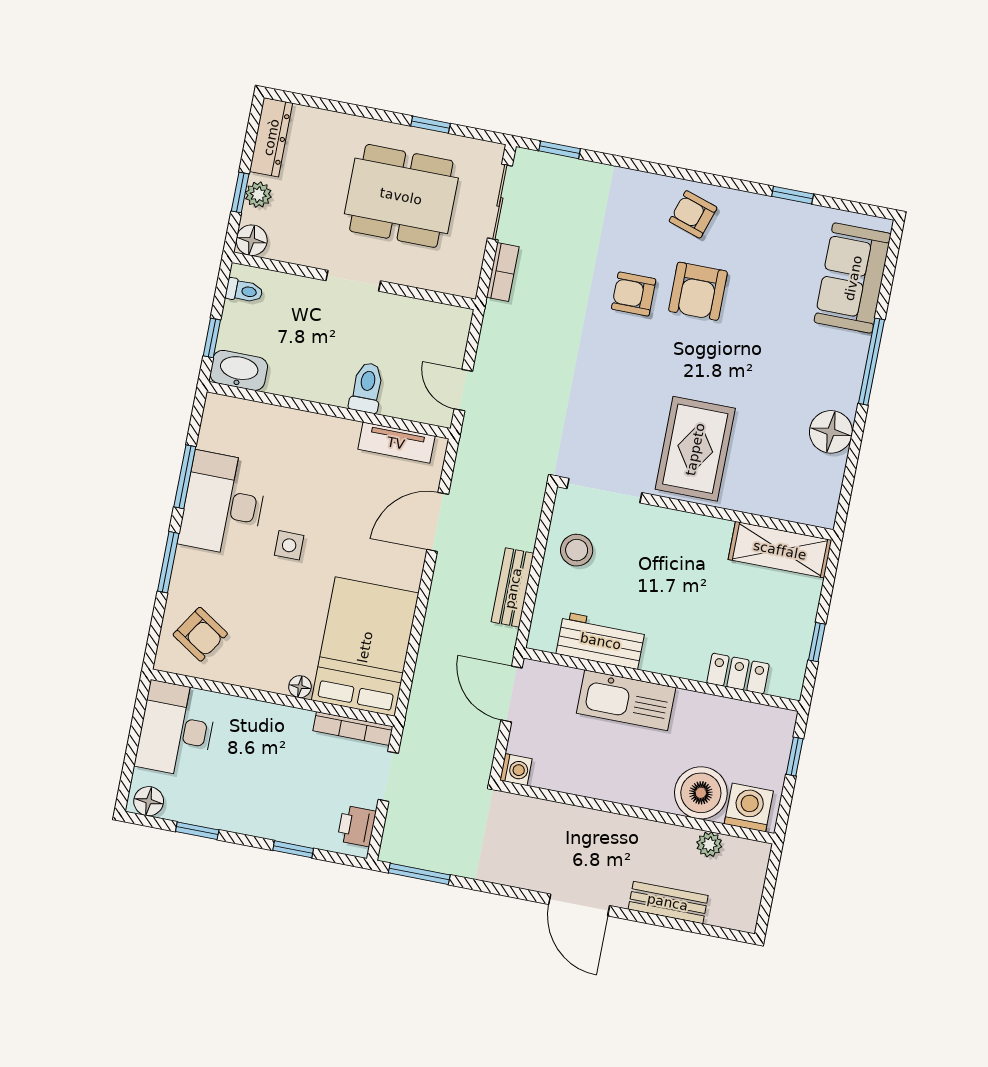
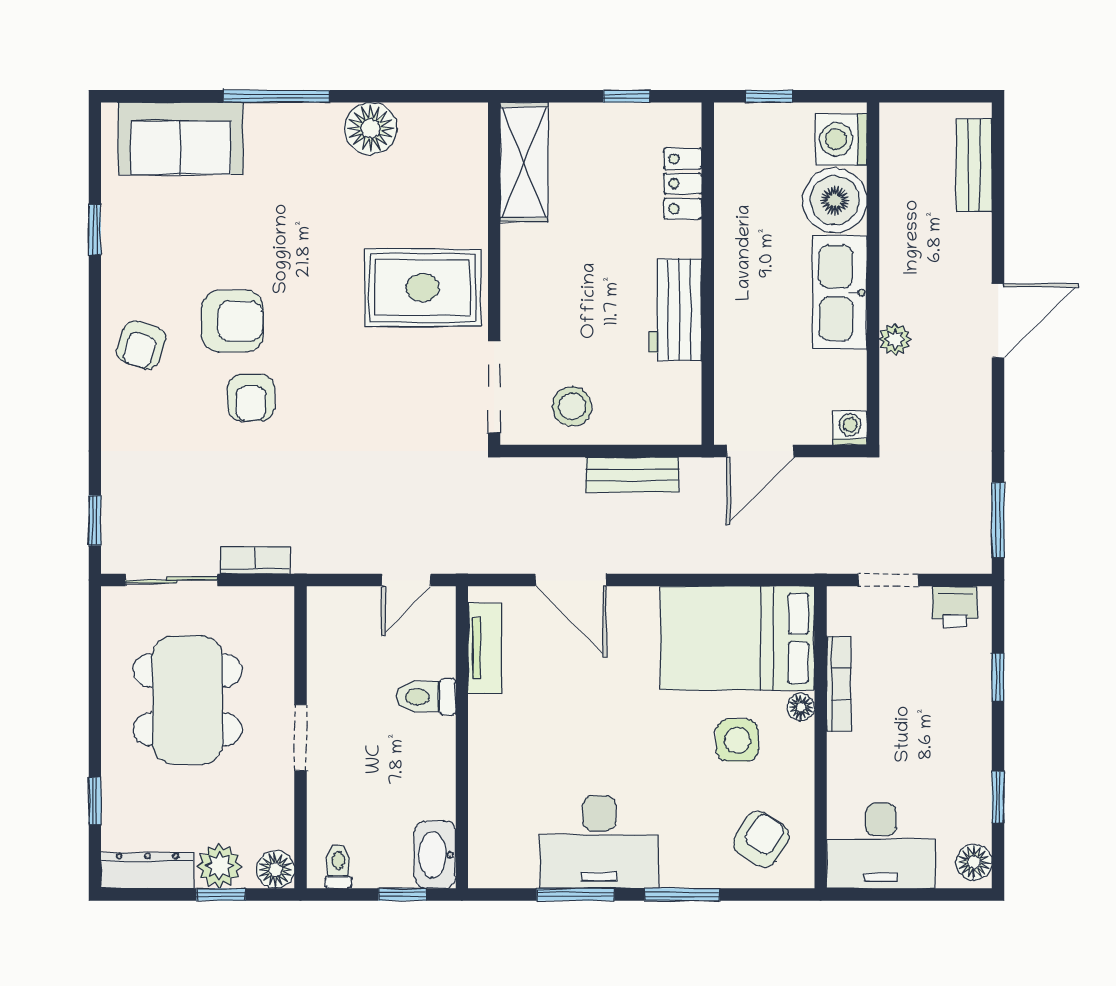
window: (431, 125) -> (95, 801), moved
plant: (258, 195) -> (219, 866), width x1.38, depth x1.38
side table: (289, 545) -> (737, 740), moved, width x1.37, depth x1.37
workbench: (601, 641) -> (675, 310), moved
kitchen sink: (626, 700) -> (840, 293), moved, turned 180
bookcase: (353, 729) -> (839, 684), moved
plant: (709, 844) -> (895, 339), moved
bench: (668, 902) -> (974, 165), moved

